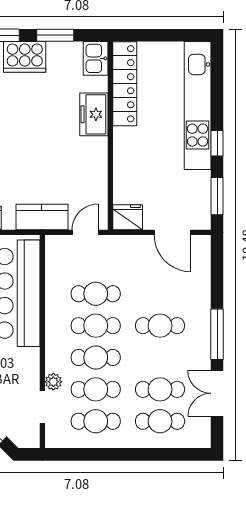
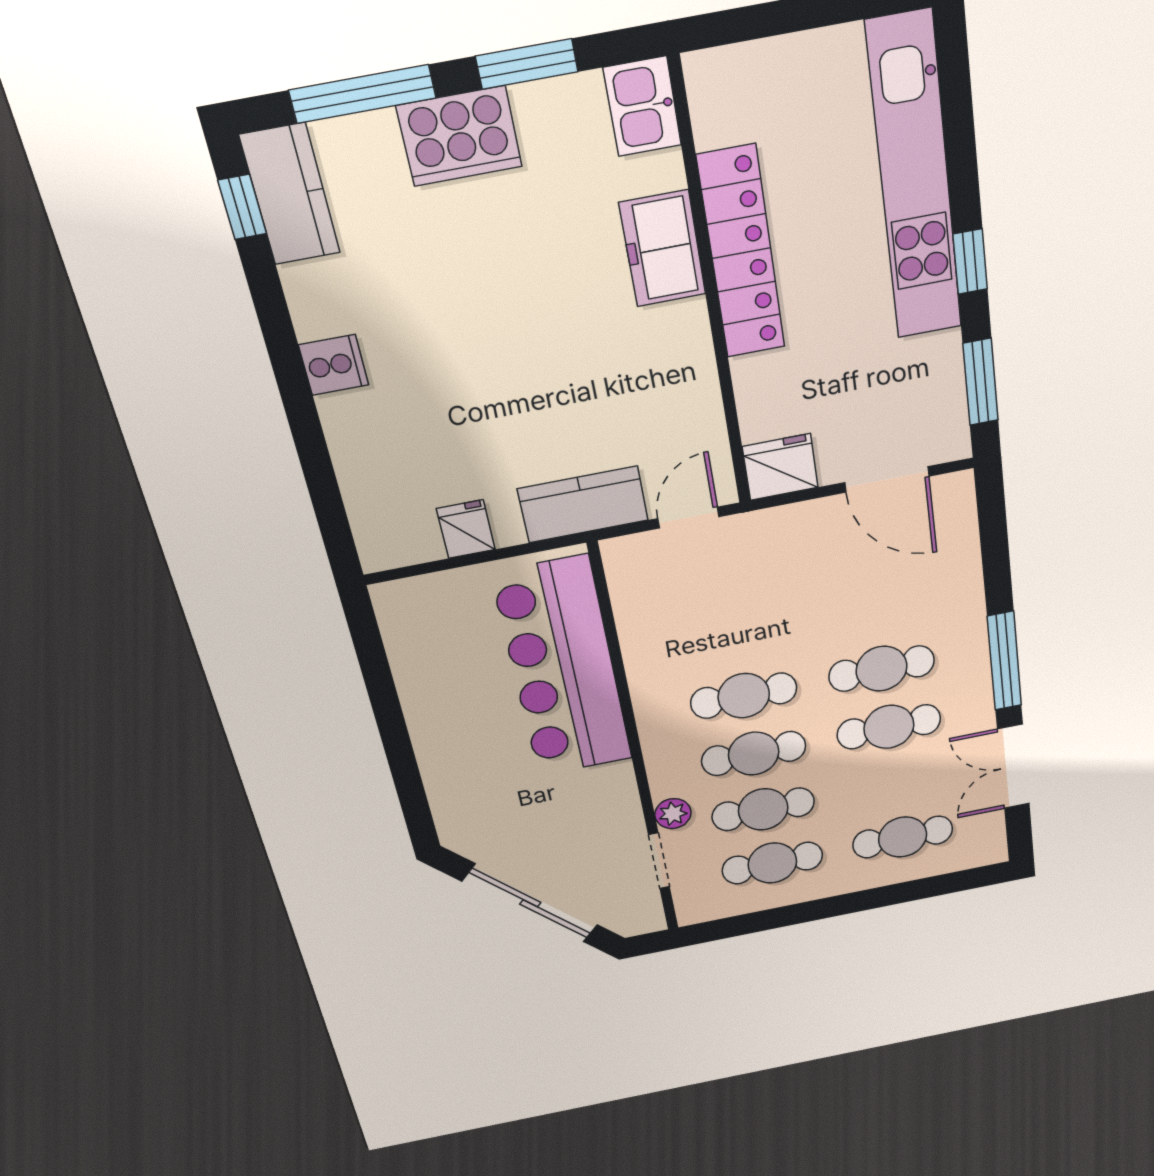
locker: (125, 84) -> (741, 253), moved
cafe table: (96, 294) -> (733, 636), removed
cafe table: (160, 389) -> (889, 727), moved

